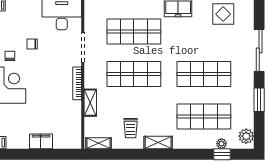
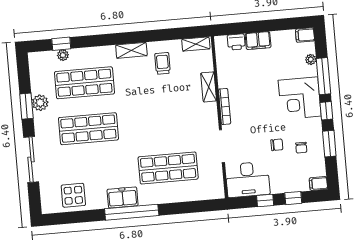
chair: (10, 56) -> (301, 148), moved
shop shelf: (134, 74) -> (164, 122), removed
plant: (246, 136) -> (40, 103), moved
printer: (61, 142) -> (236, 42), added

